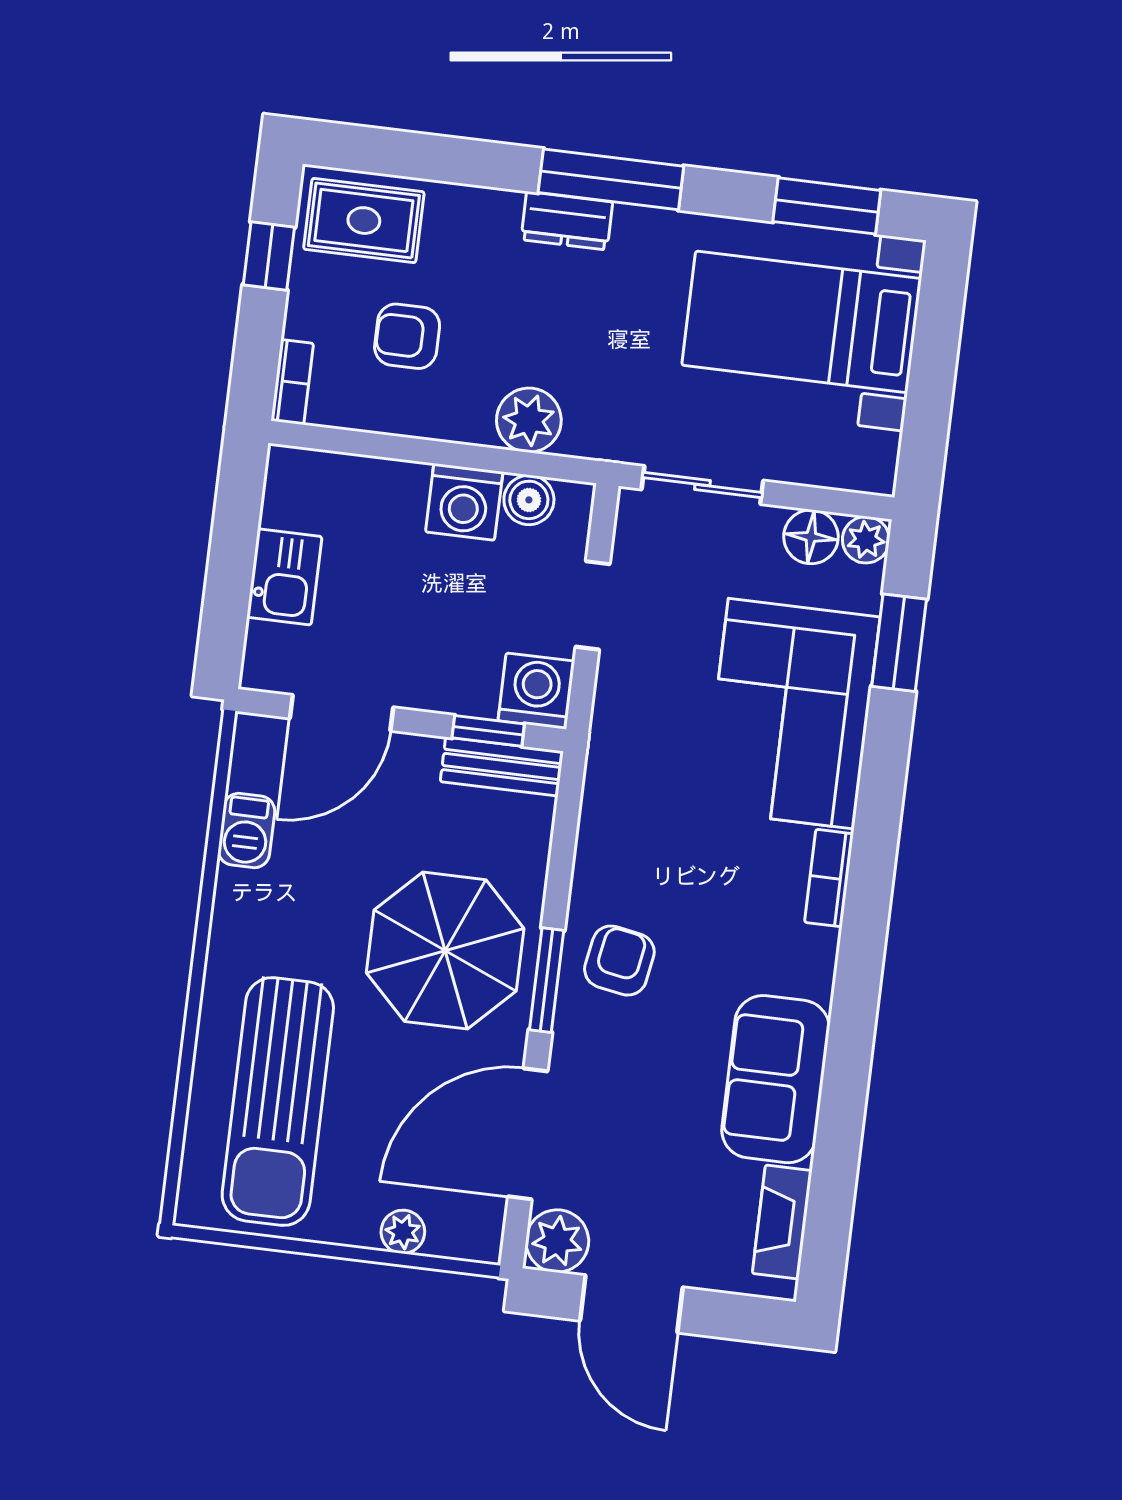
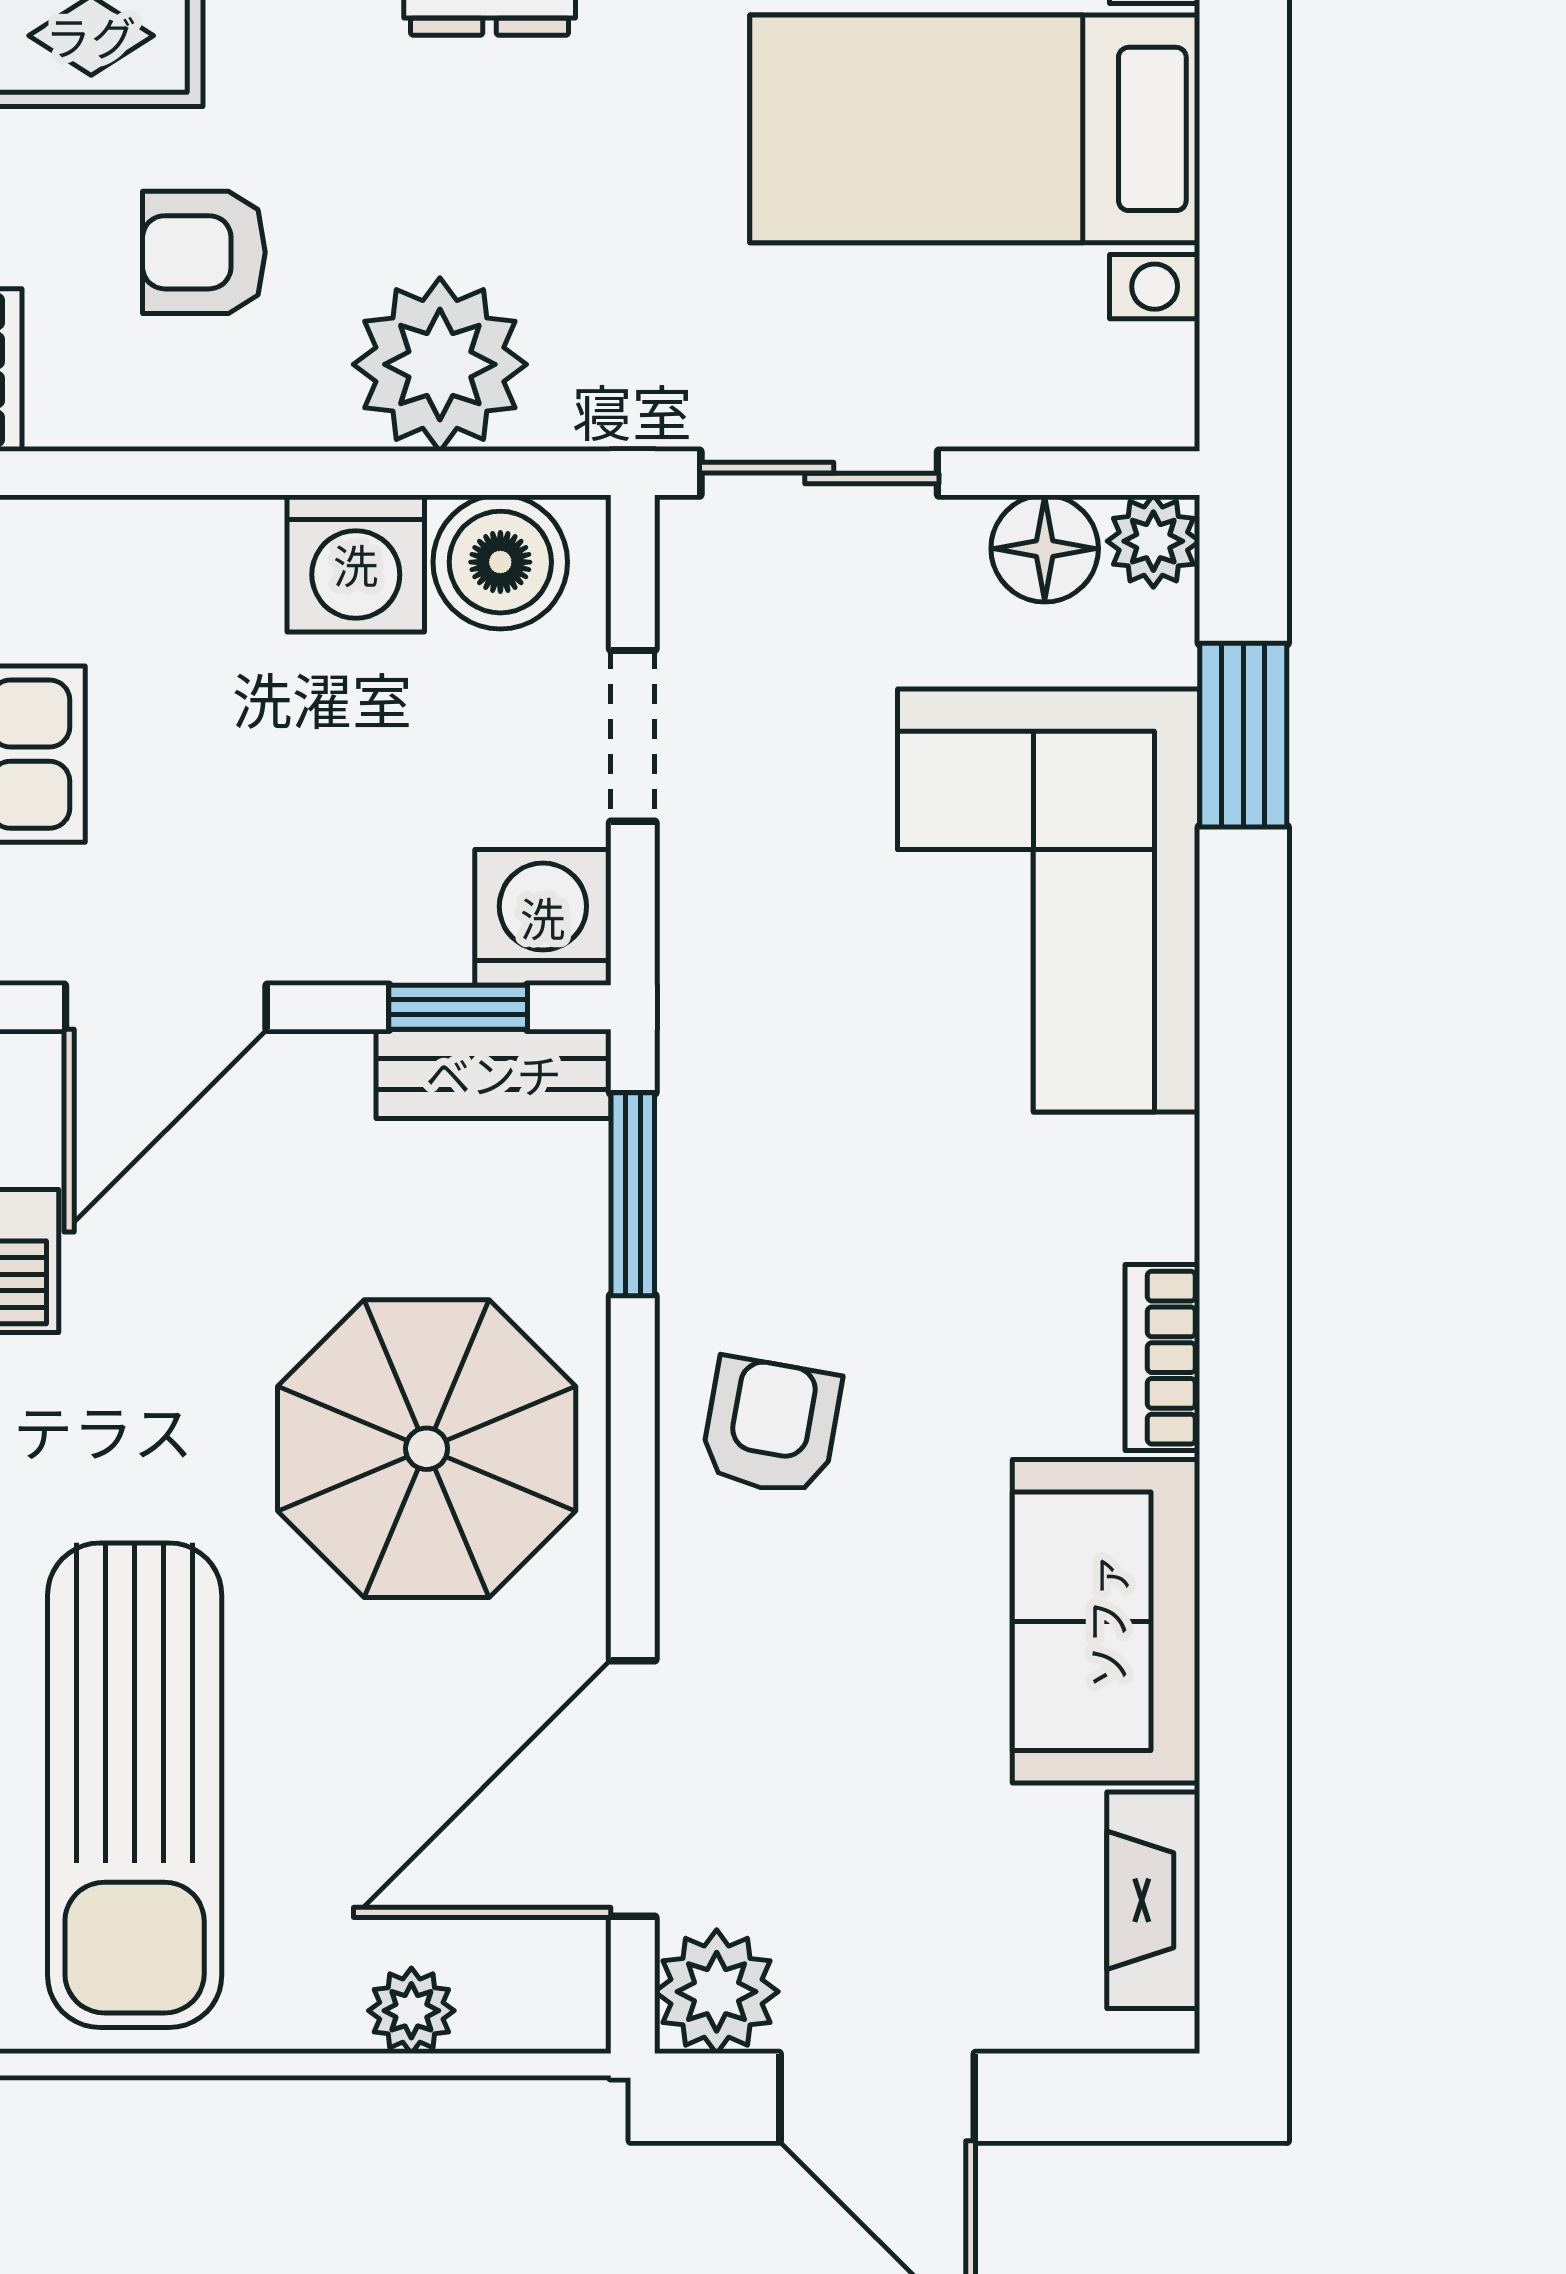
plant: (529, 420) -> (440, 364), width x1.36, depth x1.36
boiler: (529, 500) -> (500, 562), width x1.36, depth x1.36
bookcase: (829, 878) -> (1162, 1358), moved
window: (547, 980) -> (633, 1194), moved

